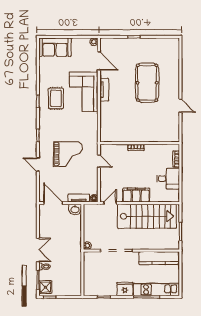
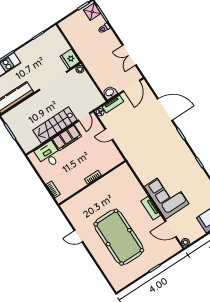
pool table: (147, 83) -> (119, 237), width x1.36, depth x1.32
rug: (56, 98) -> (186, 175), removed
grand piano: (68, 154) -> (146, 135), removed
door: (99, 161) -> (109, 134), moved
door: (38, 165) -> (165, 110), width x1.87
desk: (168, 179) -> (48, 155), moved, turned 90
door: (53, 203) -> (131, 86), hinge flipped
stairs: (147, 216) -> (55, 125), width x0.73, depth x0.66
double door: (38, 250) -> (129, 55), moved
fridge: (125, 289) -> (70, 59), moved, turned 90

